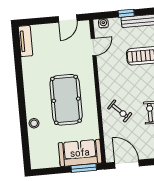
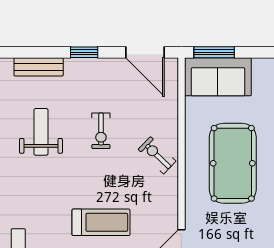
exercise bike: (120, 111) -> (157, 155), moved

